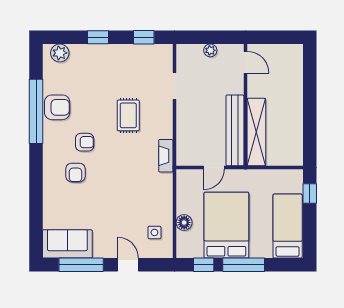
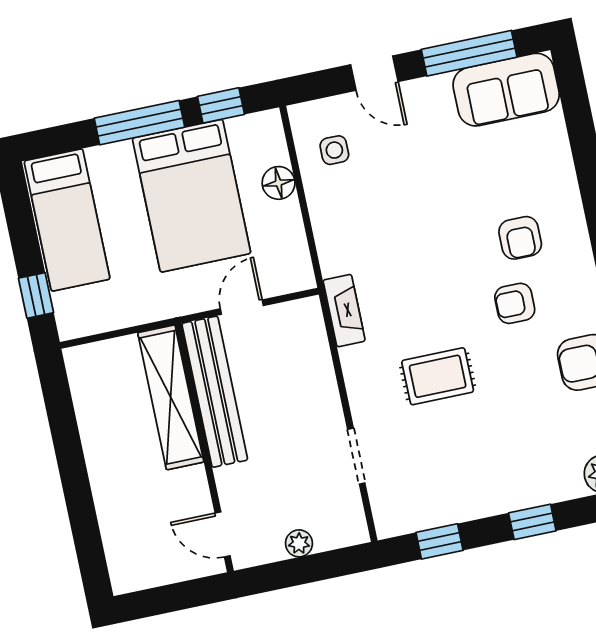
rug: (128, 115) -> (438, 376), turned 90
armchair: (76, 173) -> (520, 238), turned 180

